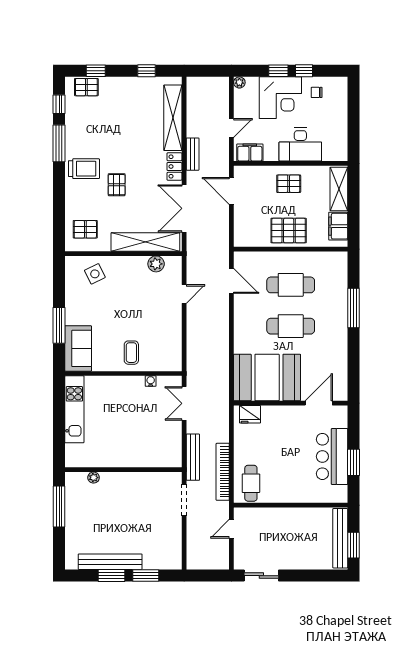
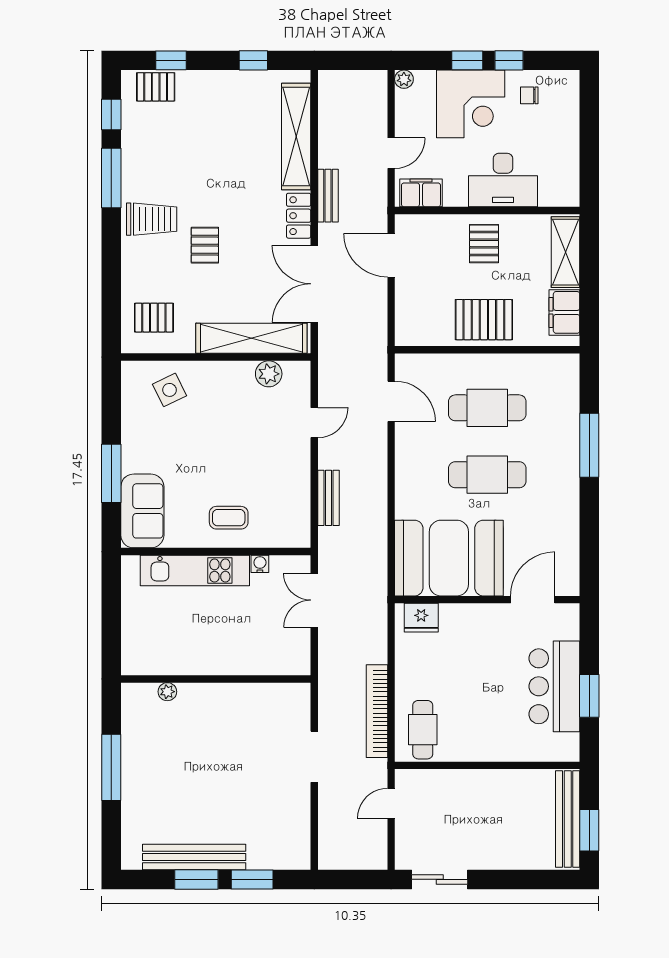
pallet: (289, 184) -> (484, 244), turned 90
coffee table: (131, 353) -> (229, 518), turned 90
kitchen unit: (74, 409) -> (195, 571), moved, turned 90
bench: (193, 457) -> (328, 498), moved, width x0.73
wall: (123, 470) -> (216, 679), moved
plant: (94, 478) -> (167, 692), moved

